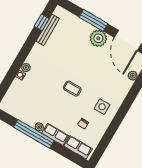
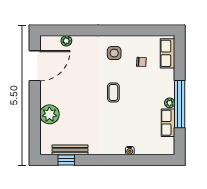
window: (93, 20) -> (35, 111), removed
plant: (98, 38) -> (49, 114), moved
plant: (26, 68) -> (119, 150), removed
row of seats: (55, 134) -> (168, 123), moved

